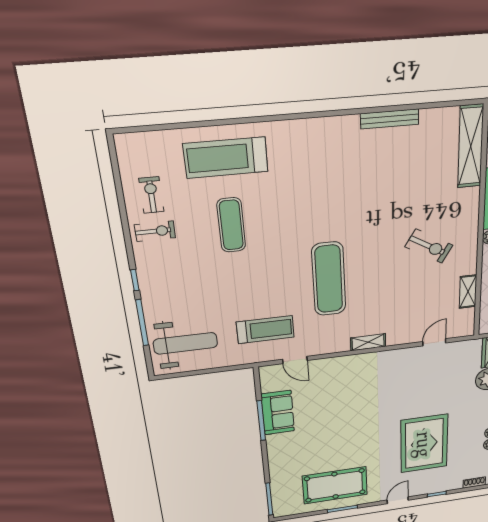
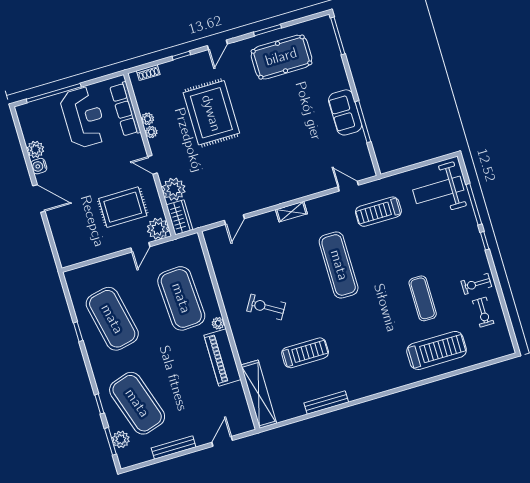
treadmill: (398, 186) -> (305, 353), added
shelving: (468, 292) -> (220, 272), removed
sofa: (278, 413) -> (345, 112), moved

